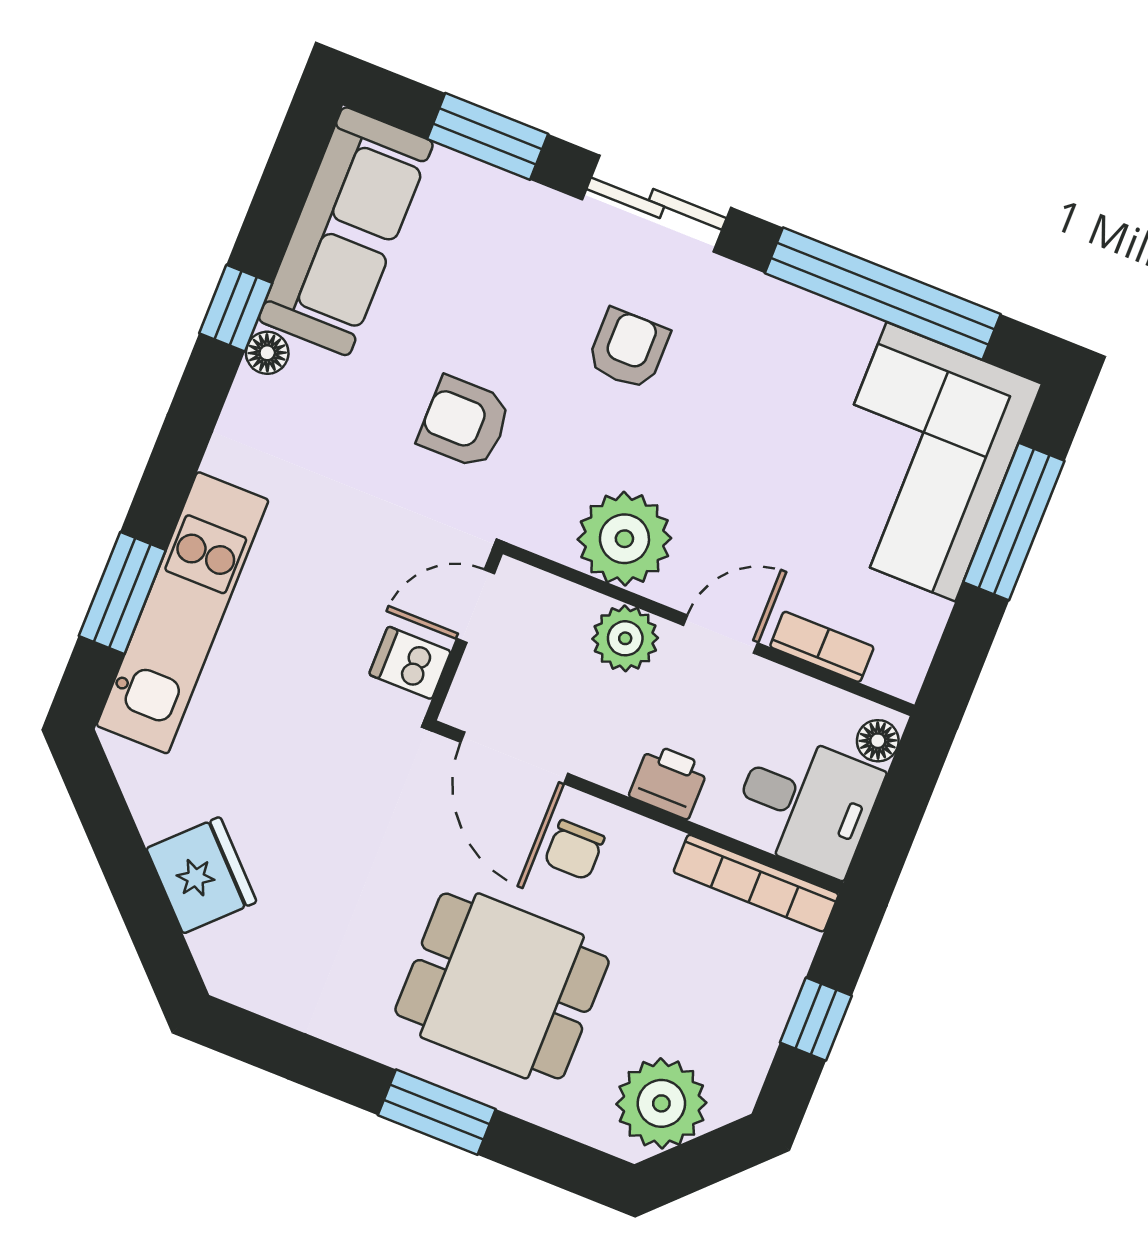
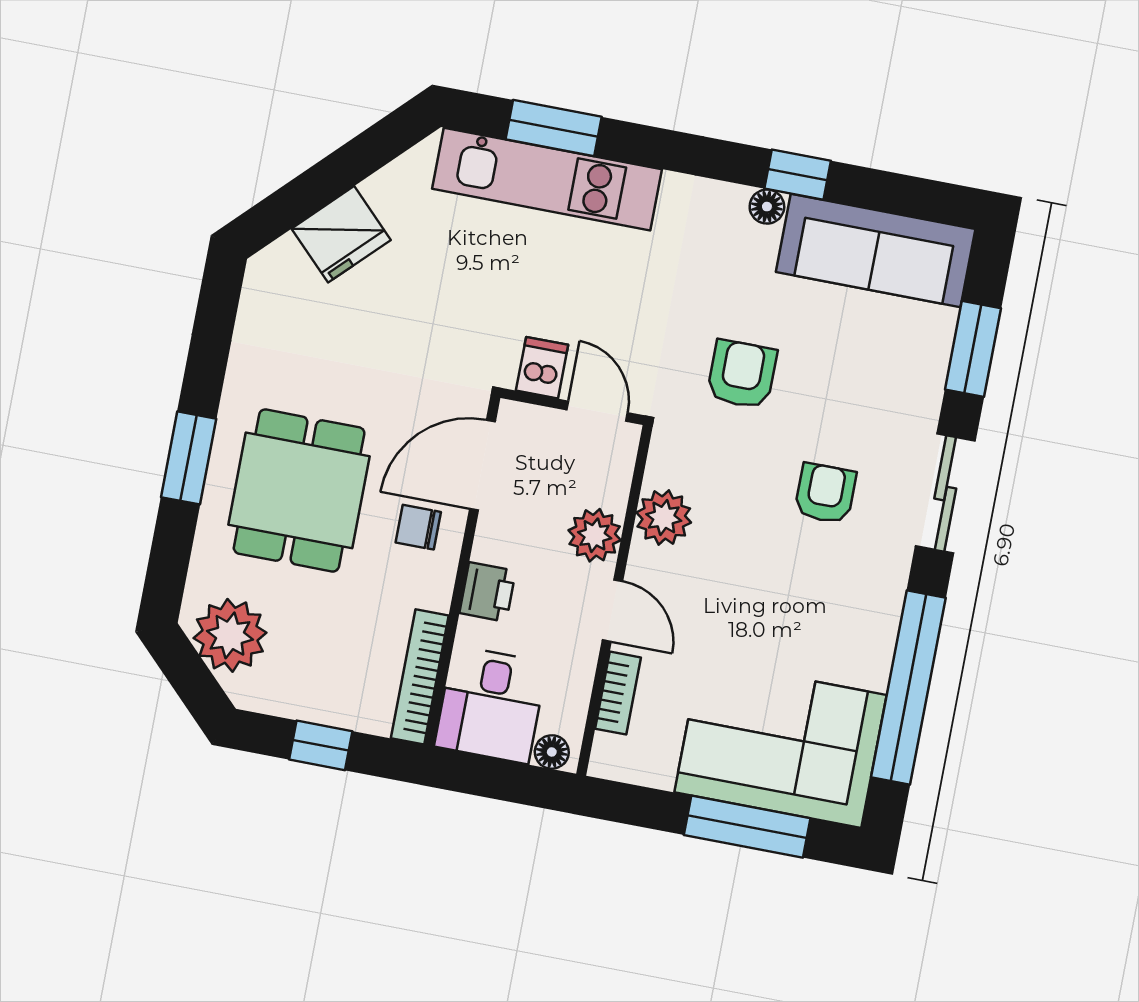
armchair: (628, 349) -> (825, 493), turned -90
plant: (624, 539) -> (664, 517), width x0.73, depth x0.73

